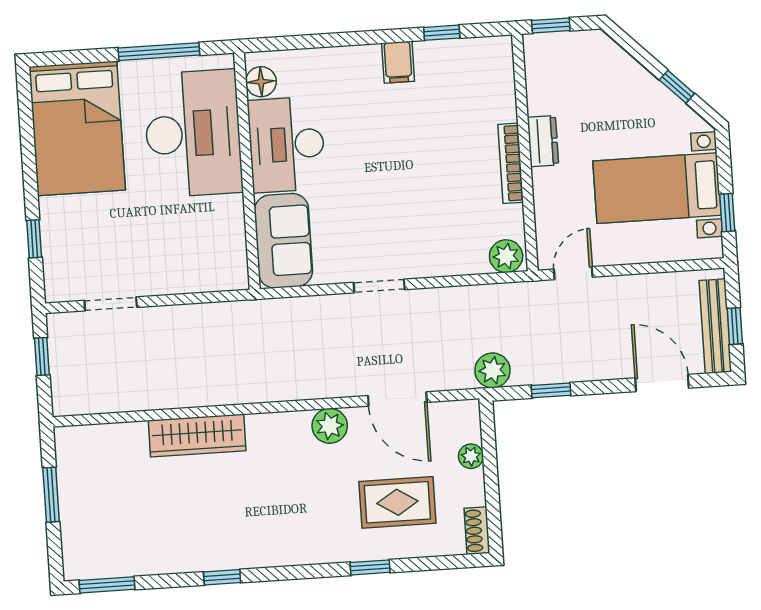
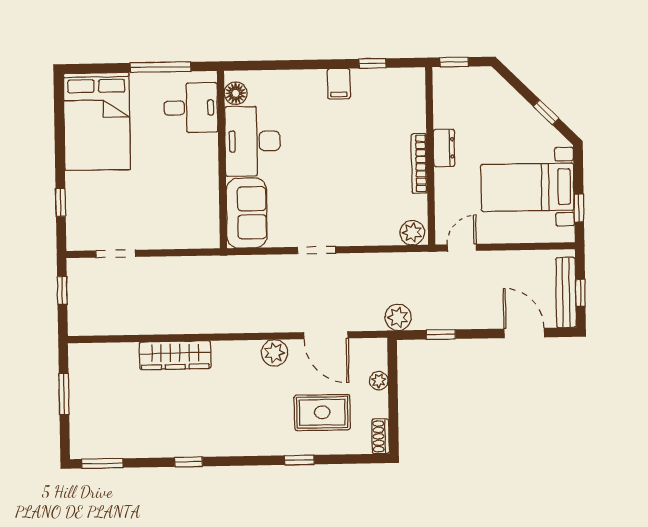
desk: (193, 133) -> (191, 108), width x0.53, depth x0.77

